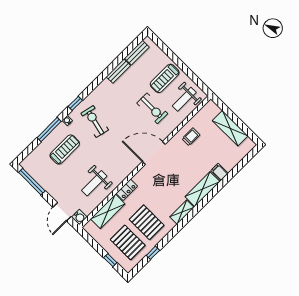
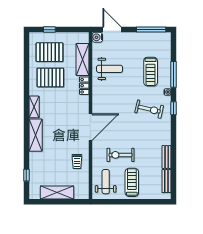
filing cabinet: (219, 172) -> (36, 157), removed
weight bench: (94, 183) -> (110, 69), turned 90
window: (153, 253) -> (26, 175), moved

